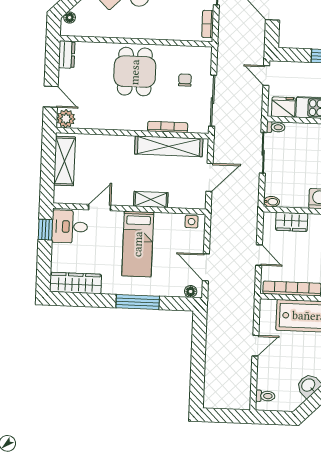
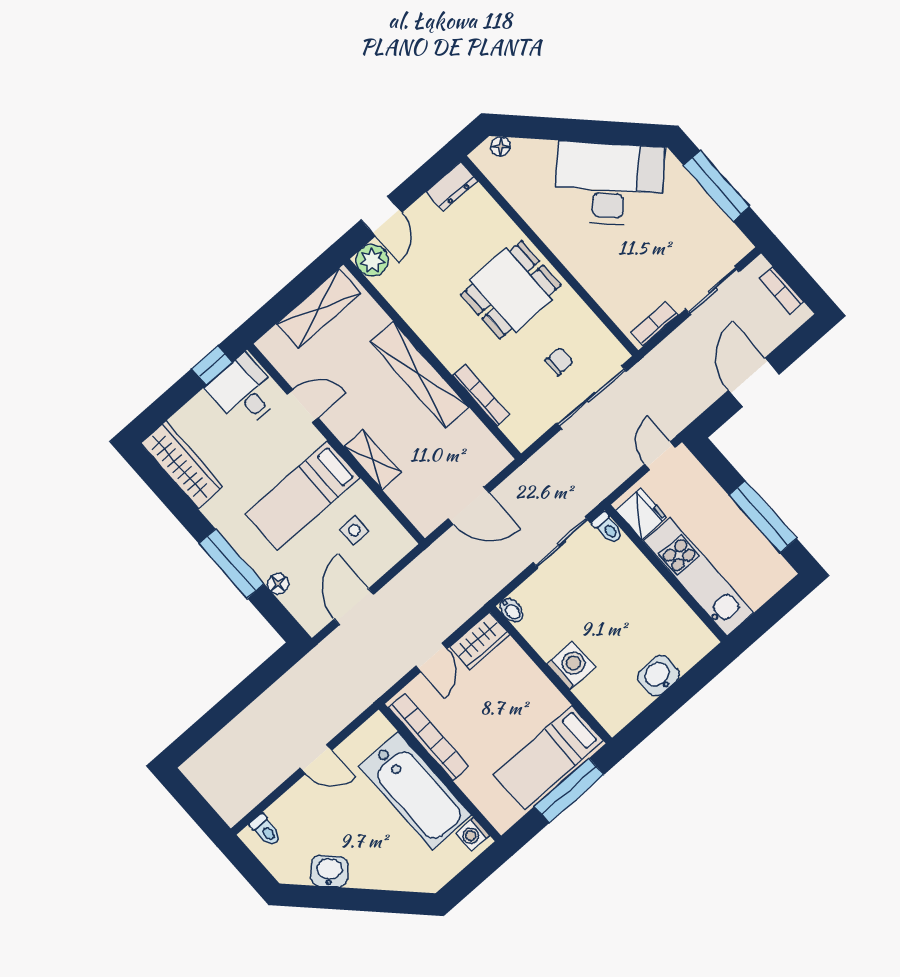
sliding door: (213, 101) -> (592, 397), moved
shelving: (169, 146) -> (420, 375), moved
side table: (192, 222) -> (354, 530), moved
wardrobe: (292, 222) -> (480, 641), moved, turned -90
floor lamp: (191, 291) -> (278, 584), moved

